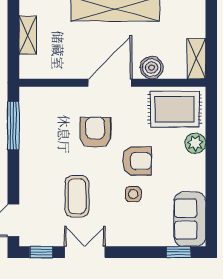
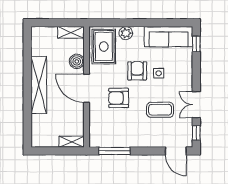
shelving: (28, 35) -> (72, 142), moved
sofa: (190, 219) -> (169, 37), width x1.36

